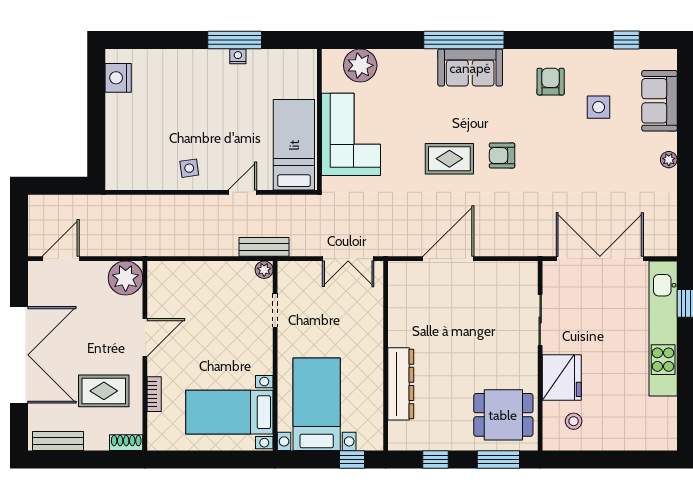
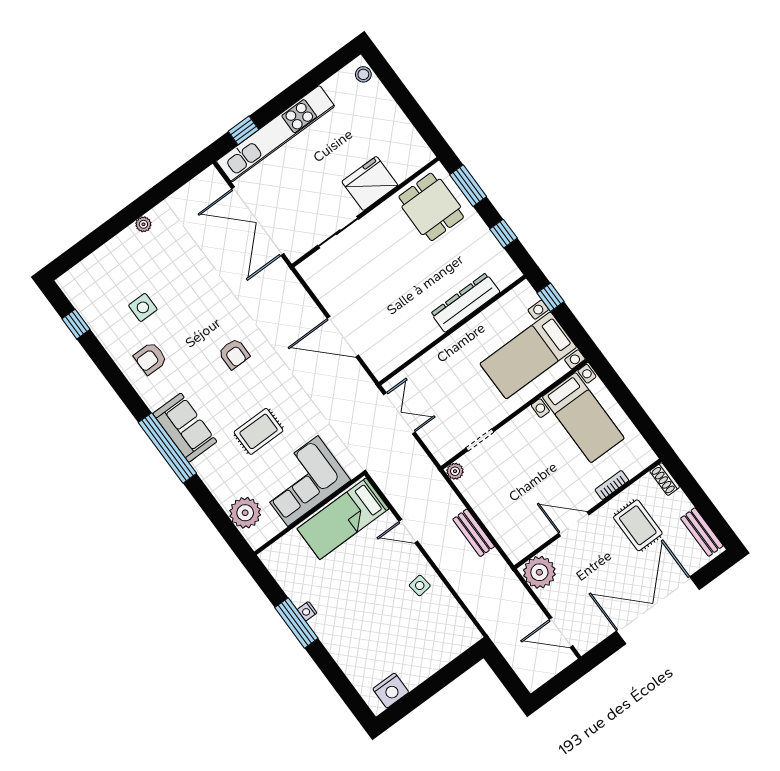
sofa: (660, 101) -> (104, 264), removed
rug: (449, 159) -> (259, 431), moved, turned 90
bench: (264, 247) -> (474, 533), moved
stool: (574, 421) -> (363, 74), moved

